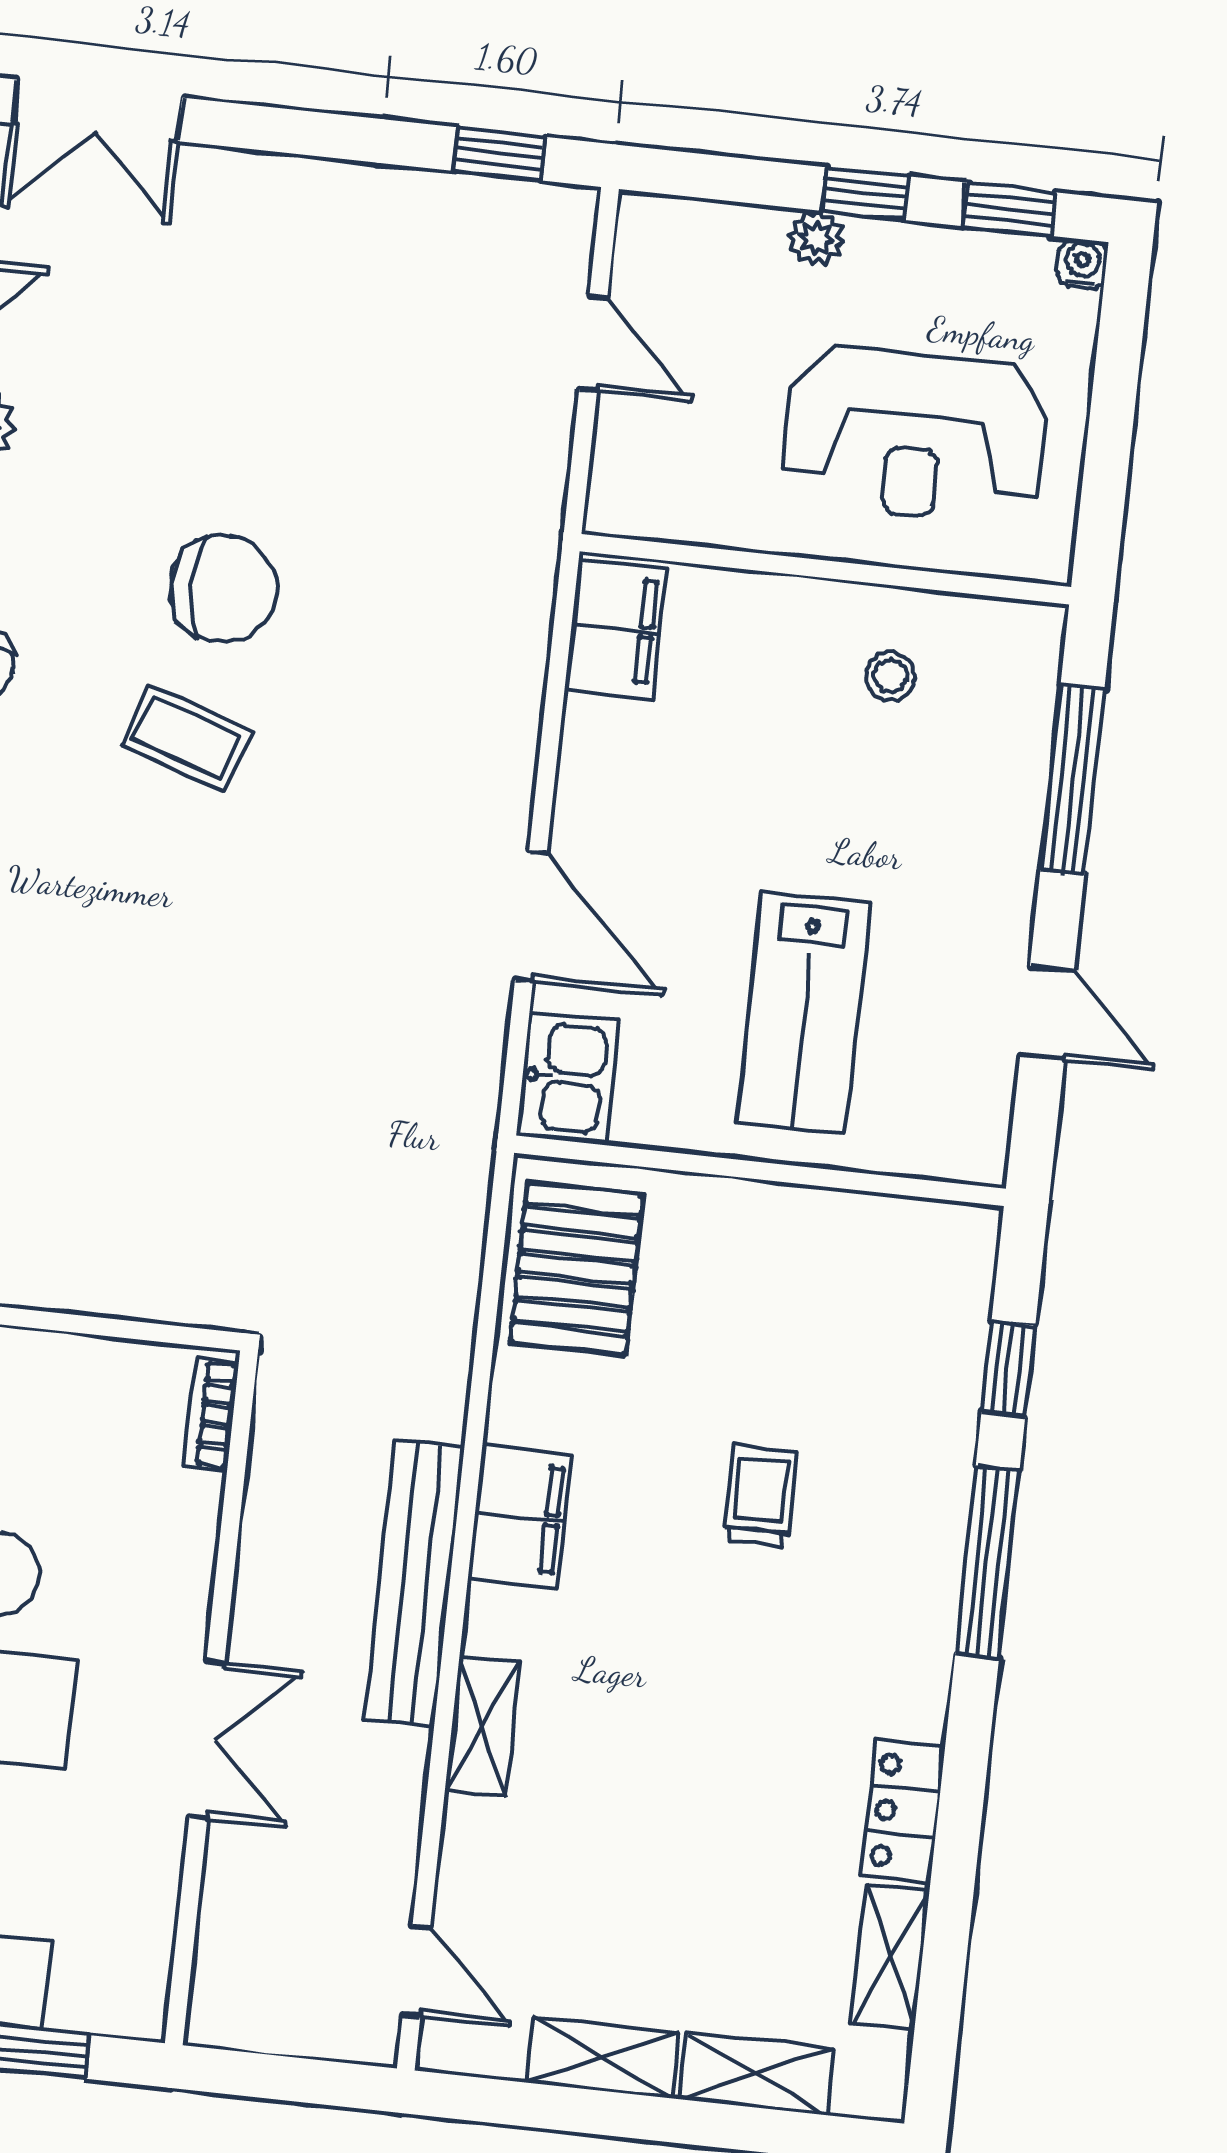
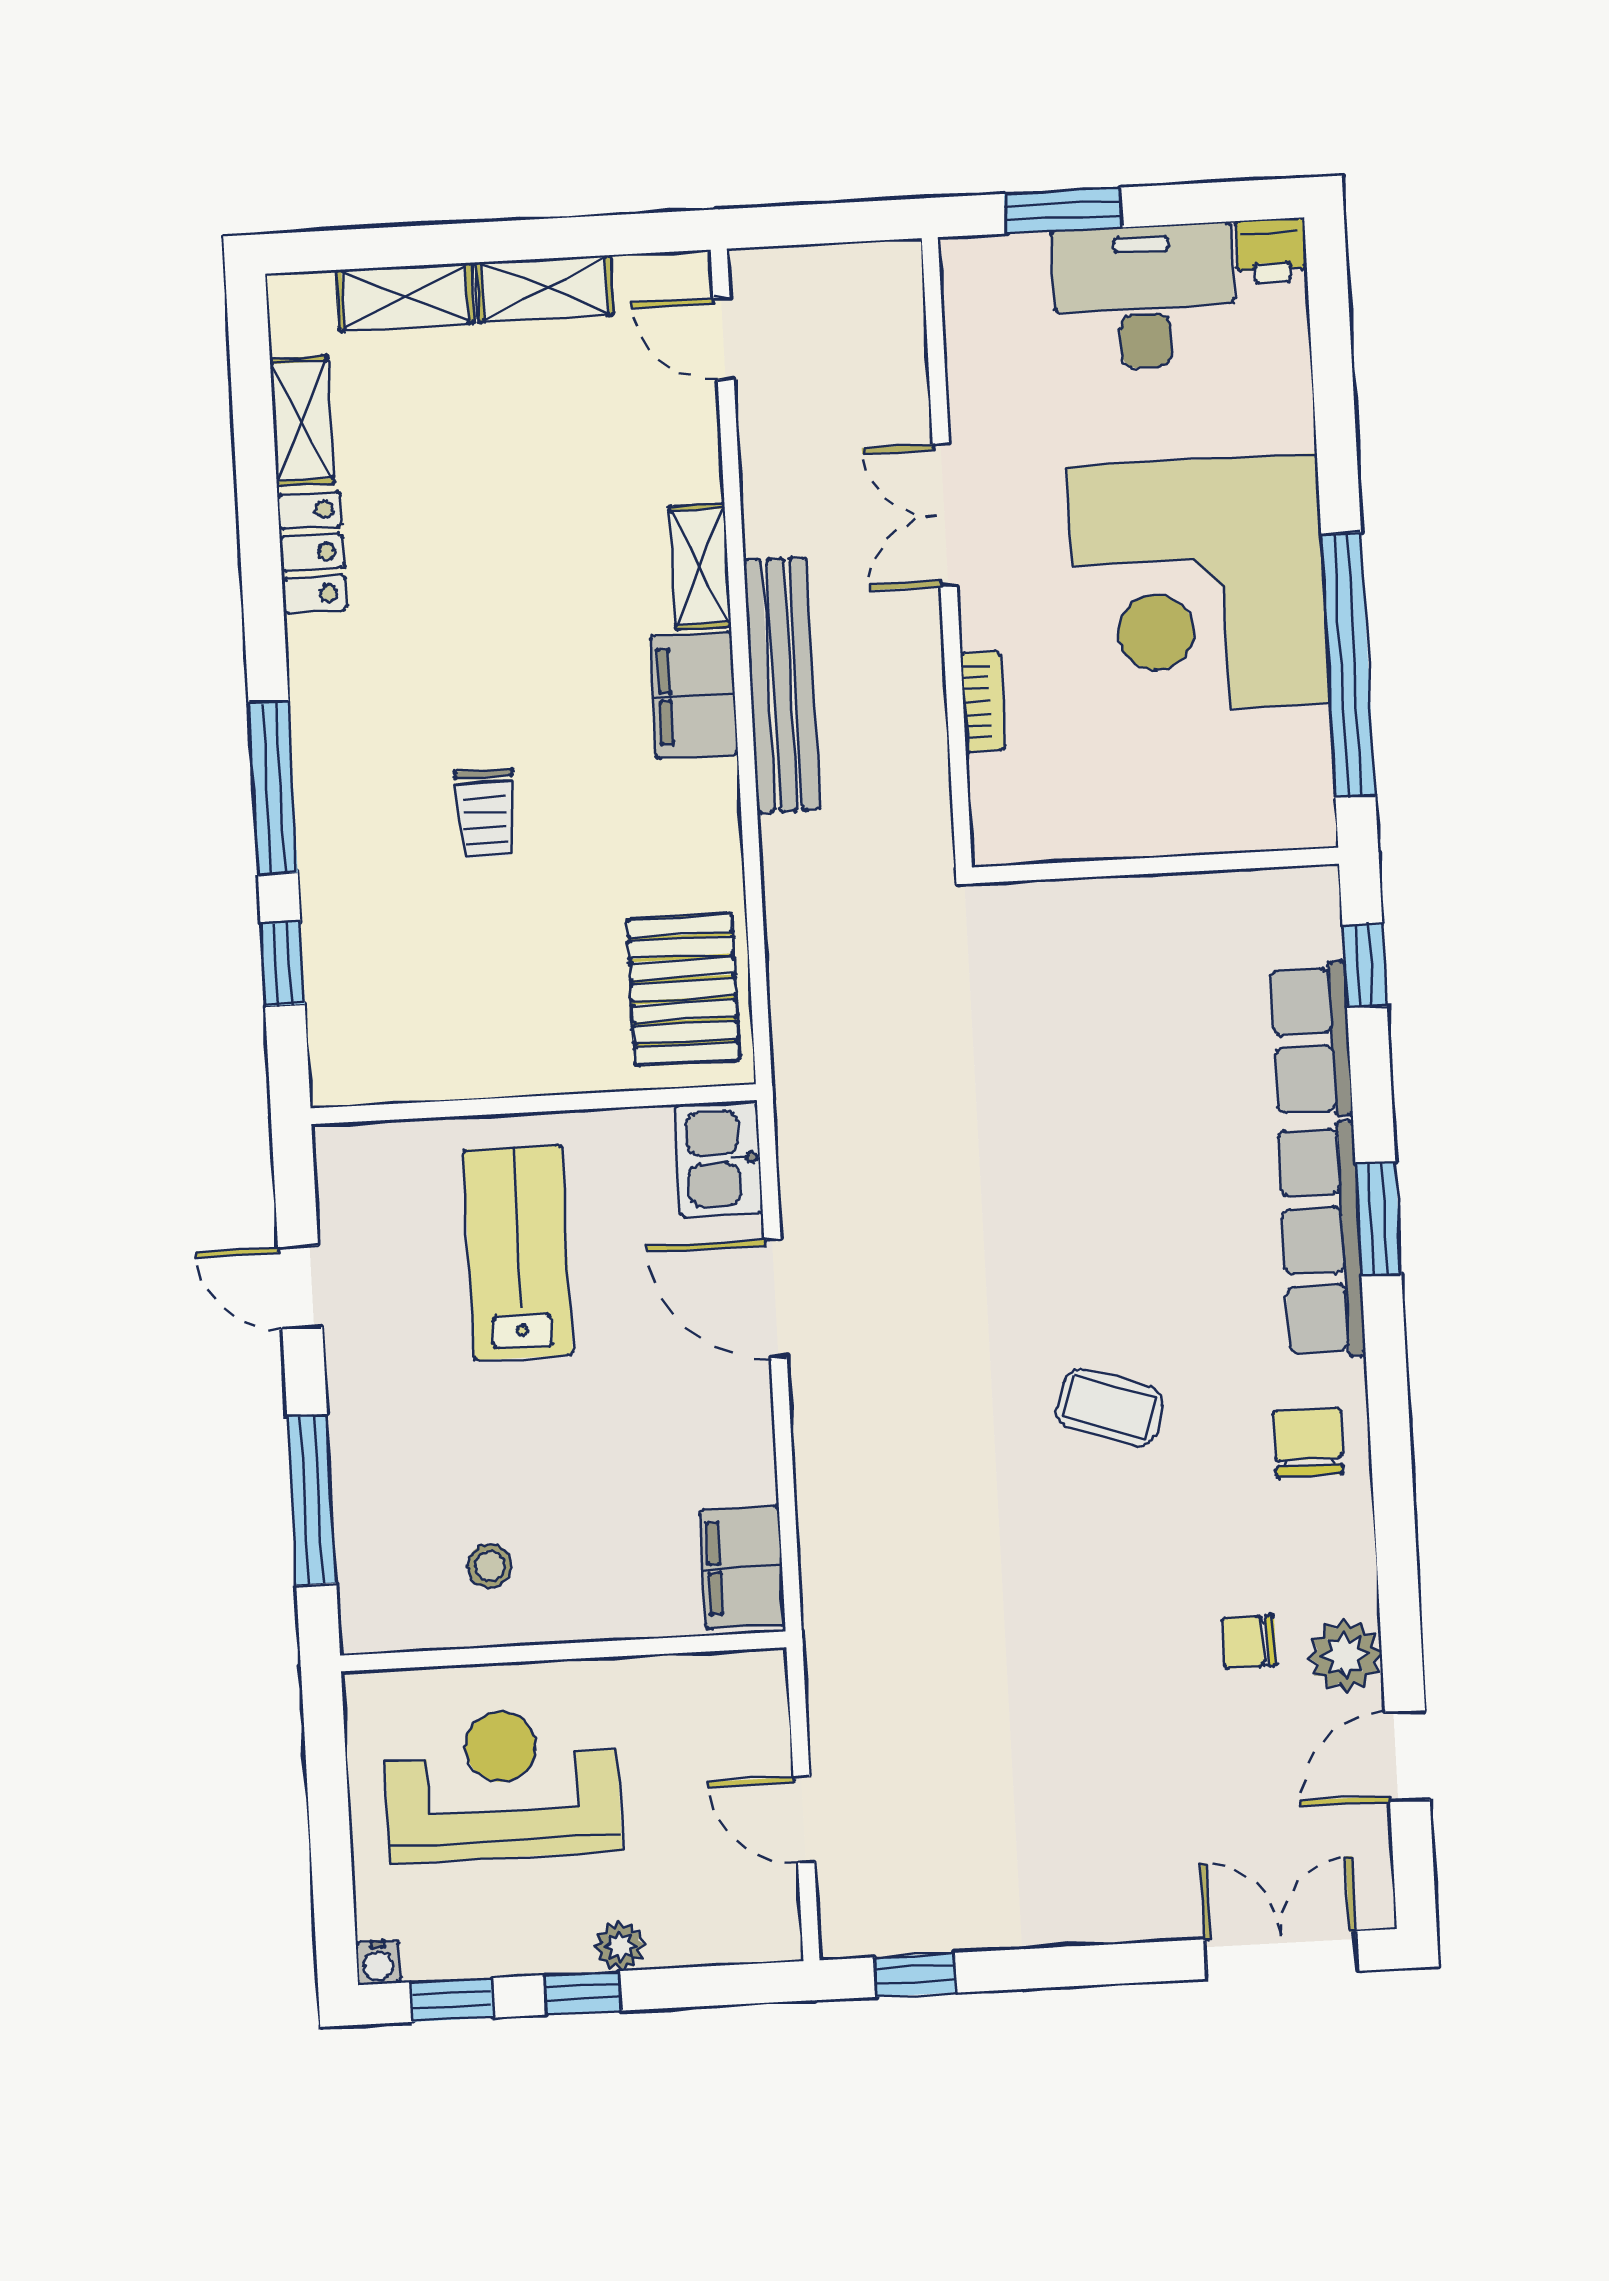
chair: (223, 589) -> (1249, 1642), moved, width x0.54, depth x0.54
bookcase: (211, 1414) -> (983, 702), moved
filing cabinet: (520, 1517) -> (694, 695), moved

